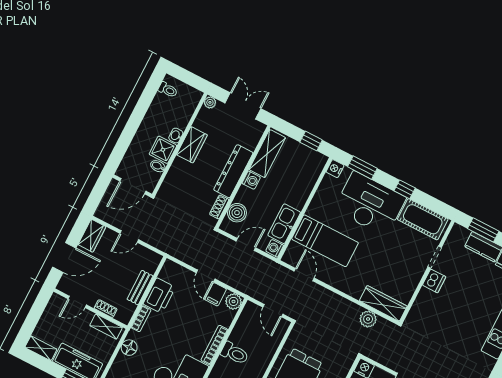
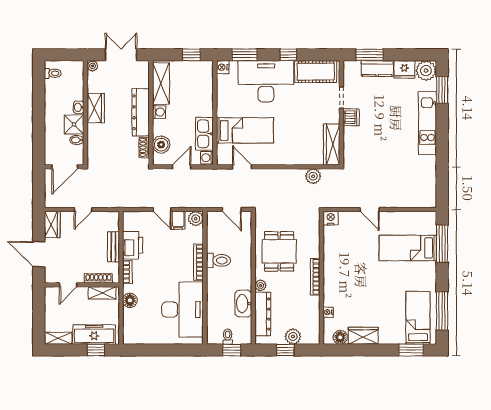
door: (64, 257) -> (39, 254), swing flipped
wardrobe: (383, 303) -> (332, 144), moved, turned -90
shoe rack: (106, 309) -> (98, 278), width x1.43

